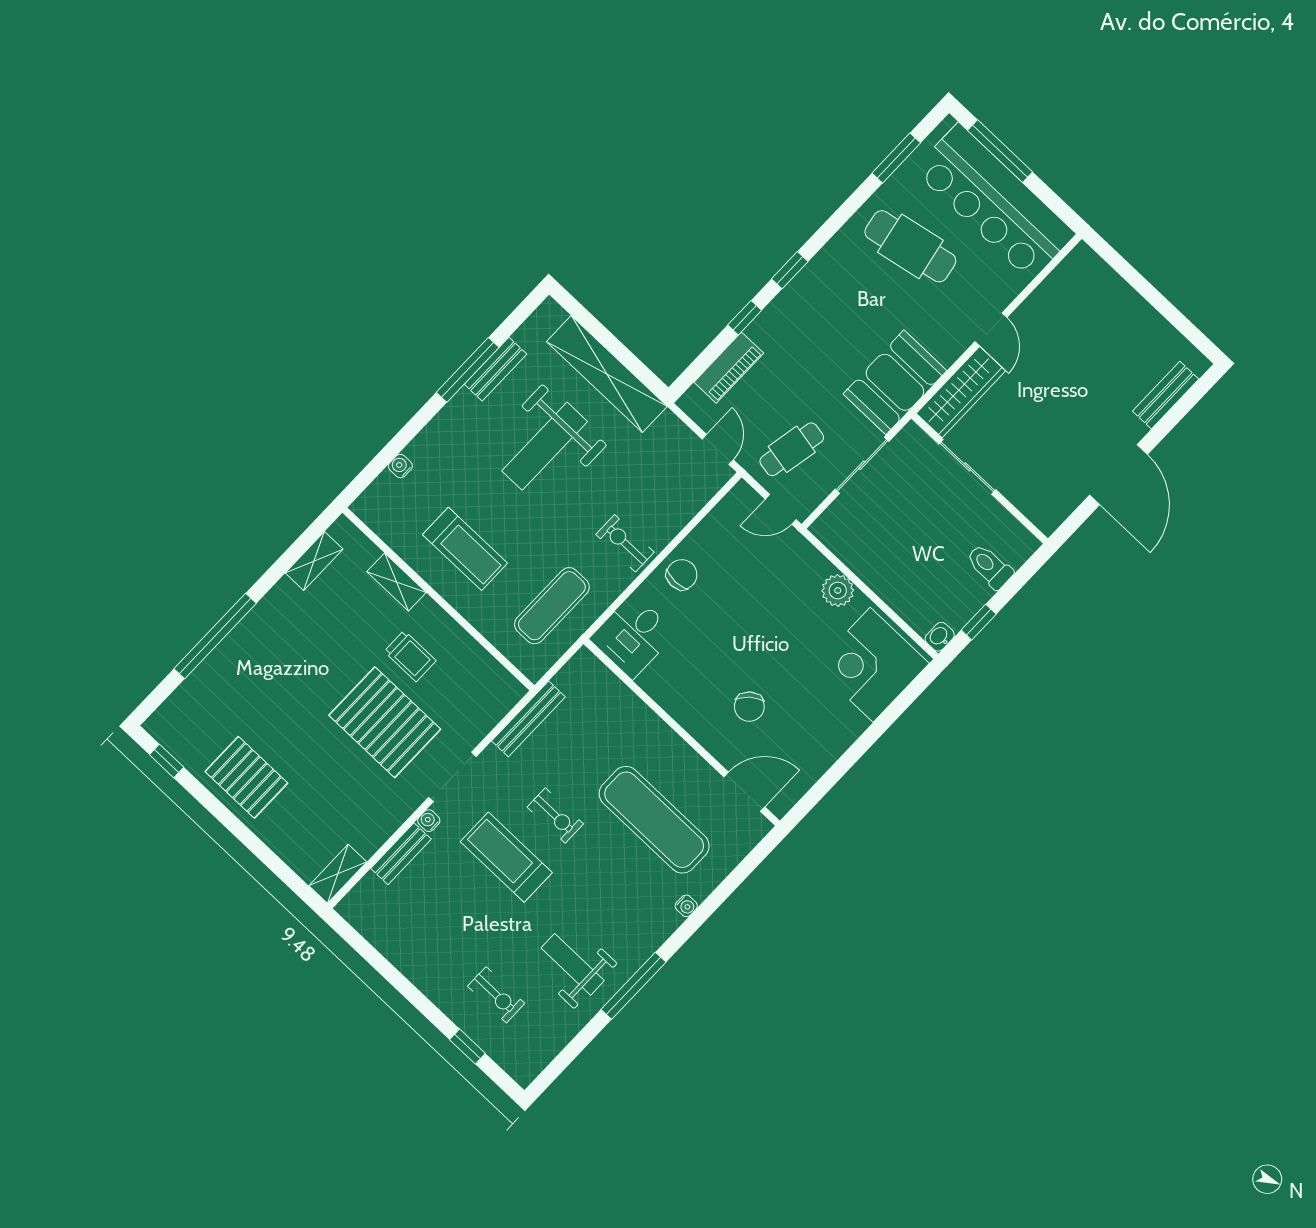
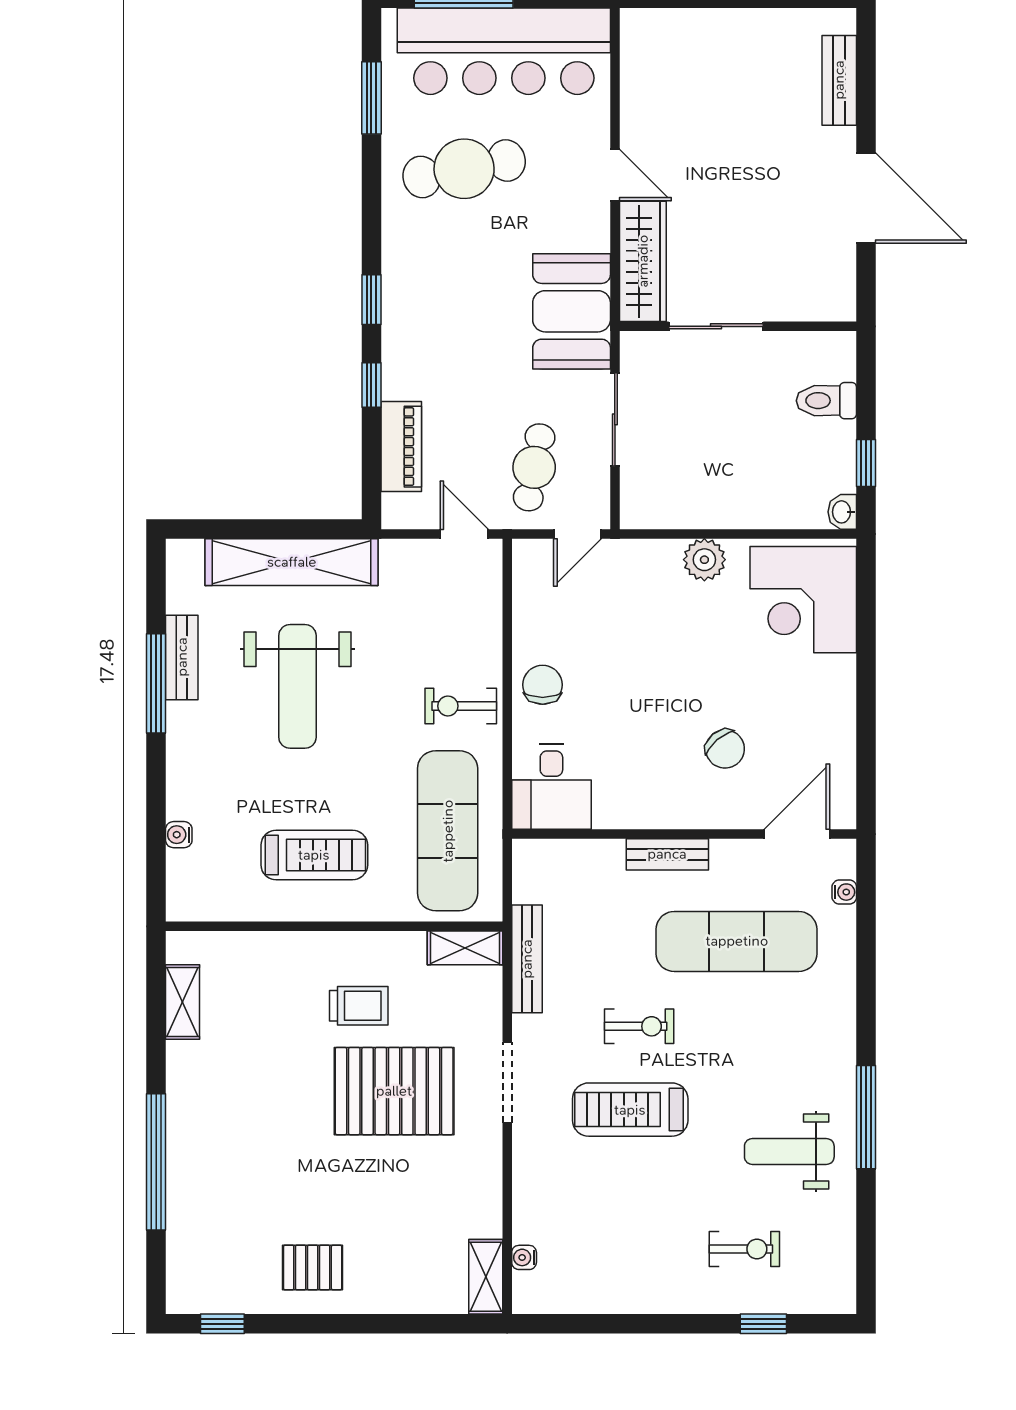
shelving: (397, 582) -> (465, 948), moved
exercise mat: (552, 606) -> (448, 831), width x1.36, depth x1.45
pallet: (246, 777) -> (313, 1268), width x0.67, depth x0.71
water cooler: (429, 821) -> (524, 1257), moved
bench: (401, 854) -> (667, 854), moved, turned 90
water cooler: (686, 906) -> (844, 892), moved

